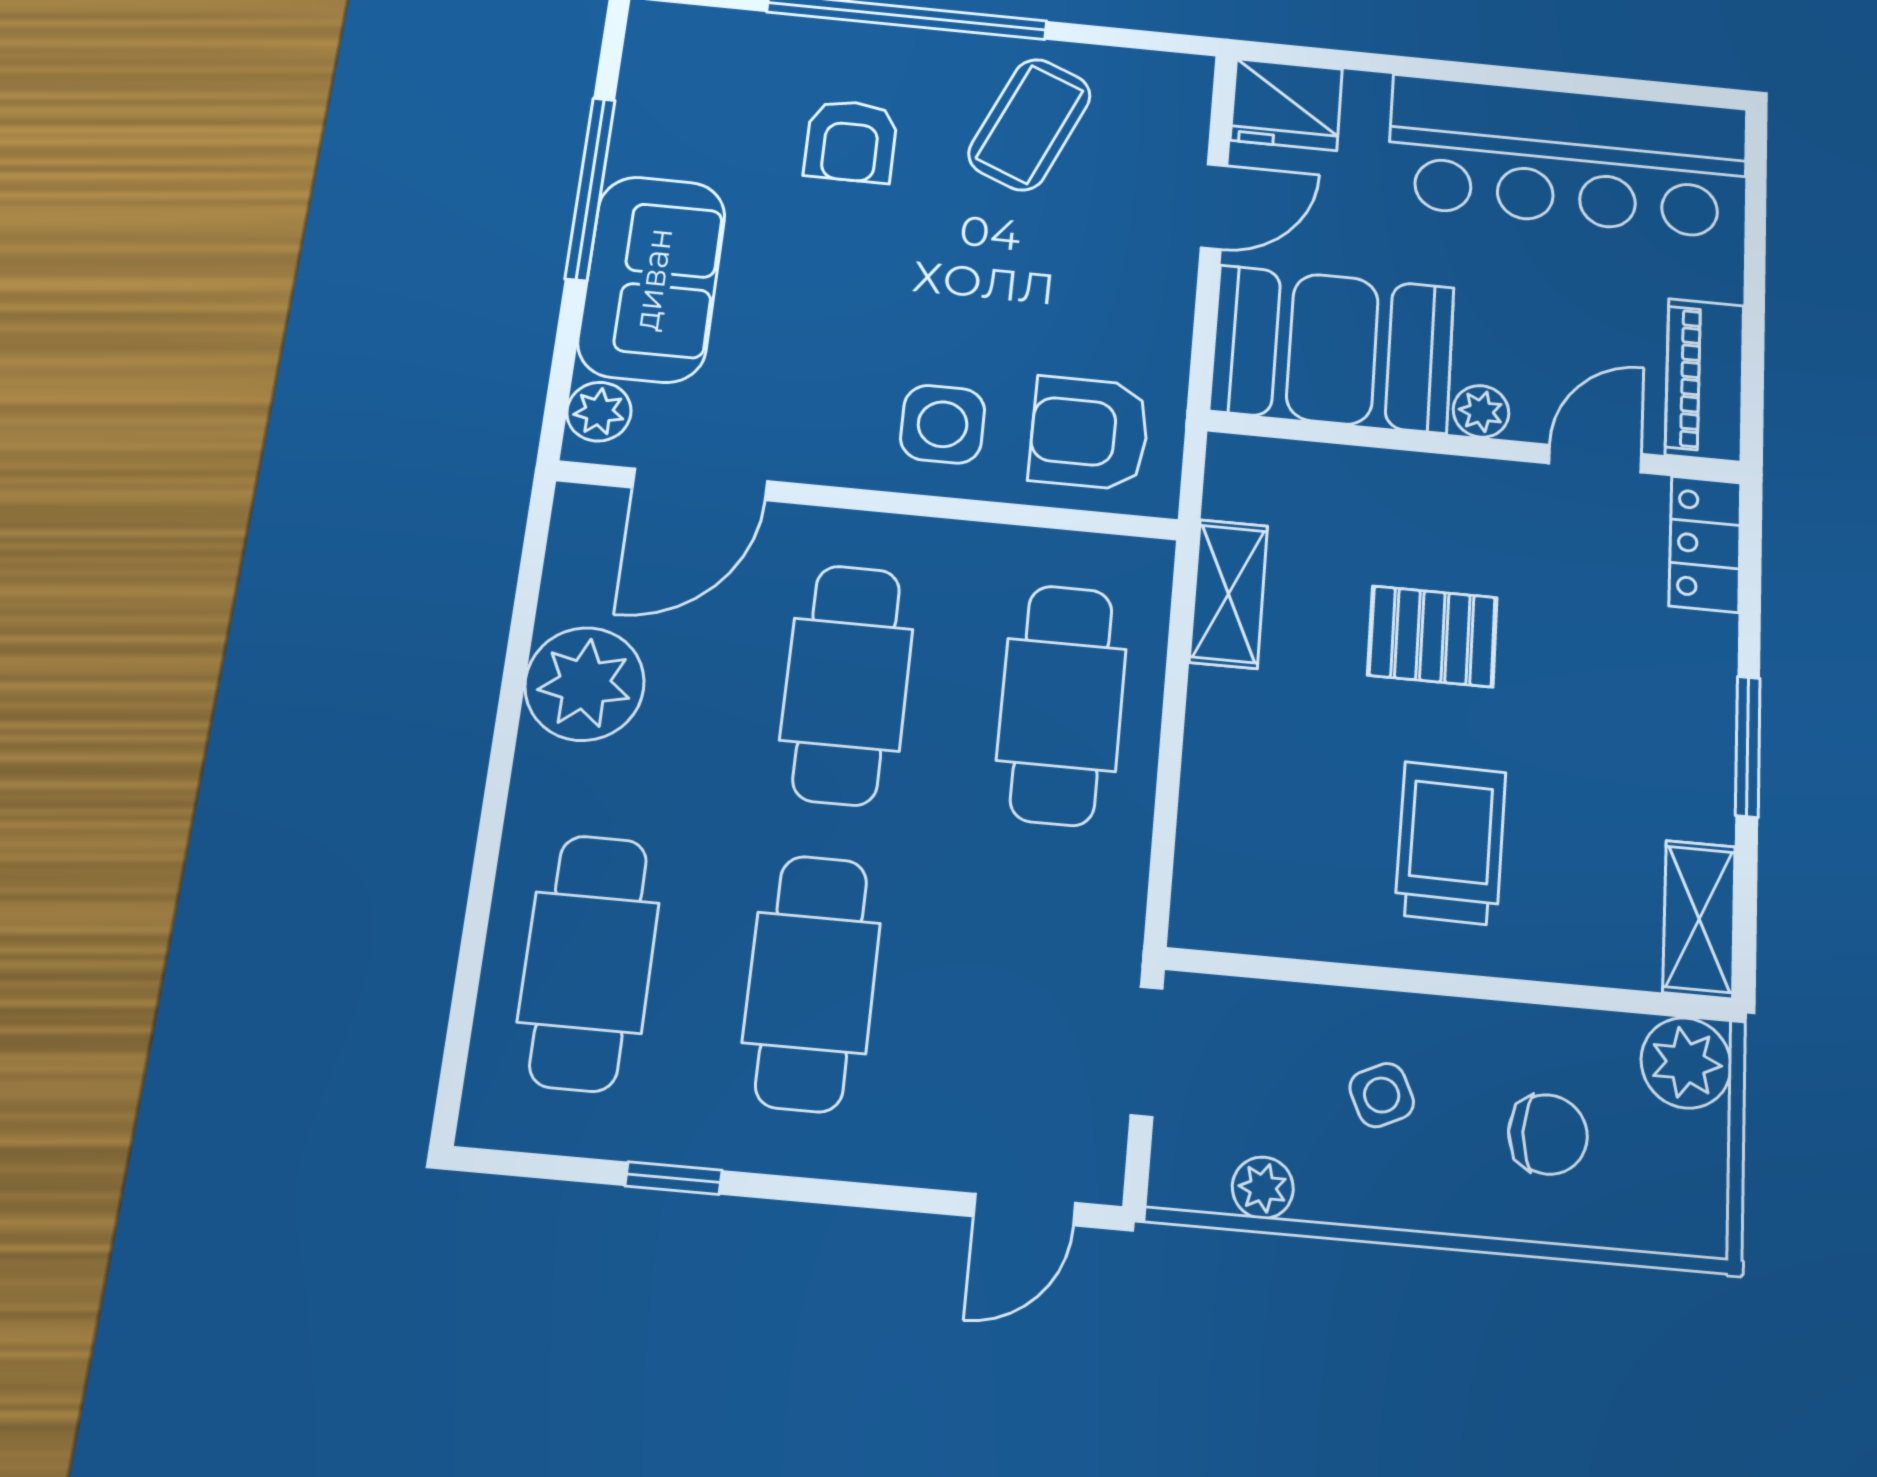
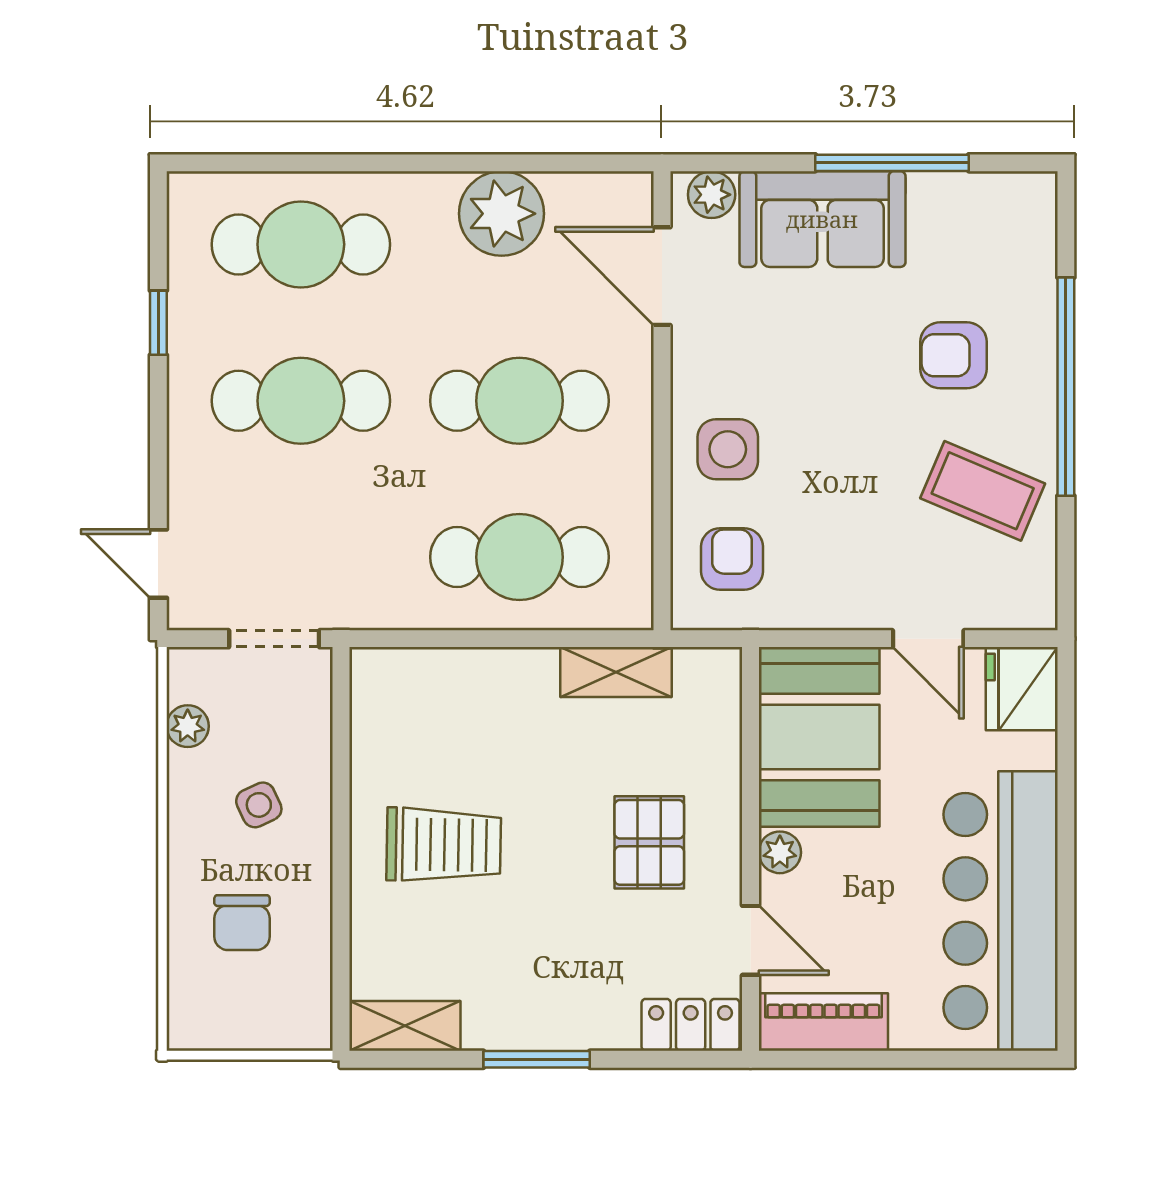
armchair: (1089, 433) -> (732, 559), width x0.72, depth x0.72
pallet: (1432, 636) -> (649, 842), moved
plant: (1686, 1063) -> (301, 1019), removed

